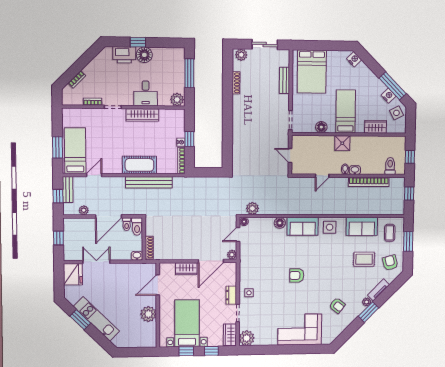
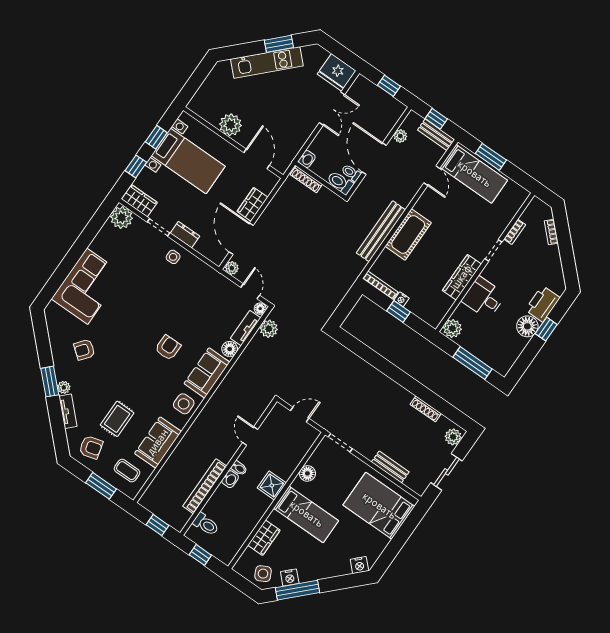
tv unit: (261, 222) -> (246, 328), added
armchair: (297, 275) -> (168, 348), moved

